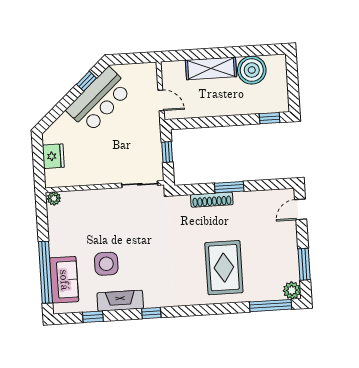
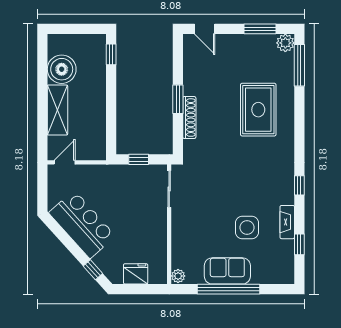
window: (86, 81) -> (93, 270), moved
door: (161, 100) -> (65, 162), moved
rug: (224, 268) -> (258, 110), turned 90
window: (45, 272) -> (229, 289), moved
sofa: (64, 280) -> (227, 271), moved
fireplace: (120, 301) -> (287, 222), width x0.73, depth x0.76

